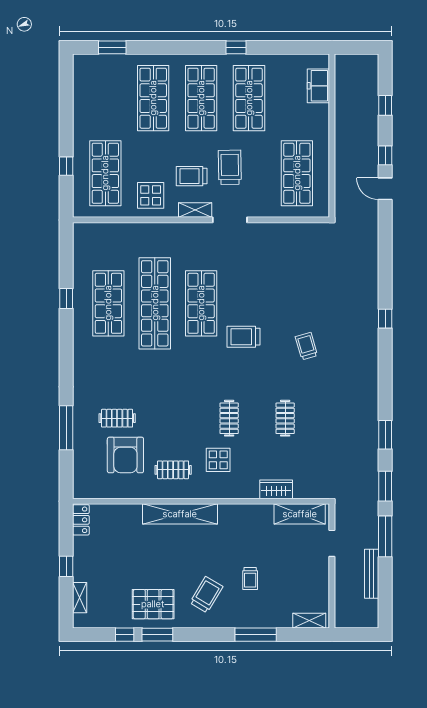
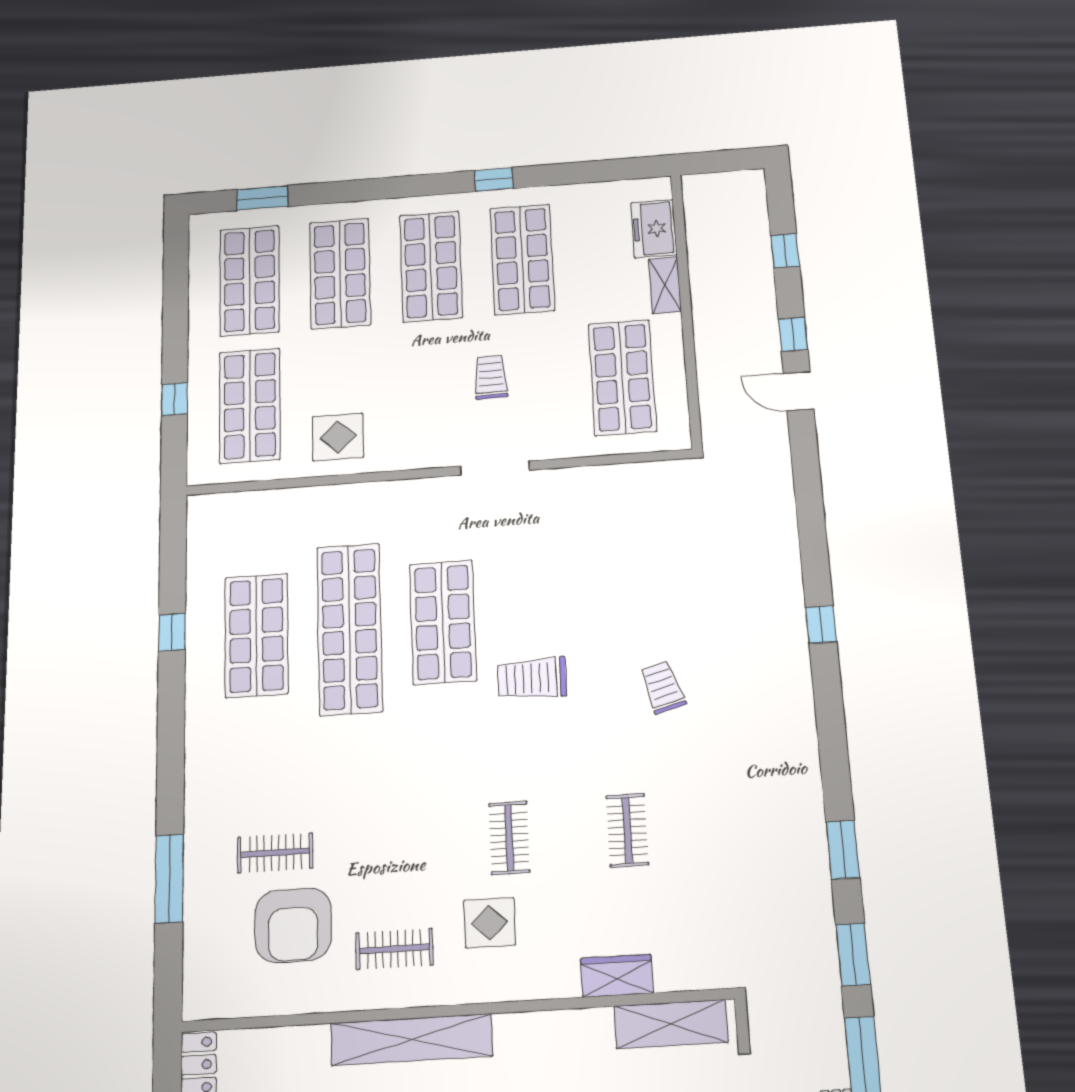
shop shelf: (105, 98) -> (250, 281), added
trolley: (230, 167) -> (491, 377), width x0.73, depth x0.72
trolley: (192, 176) -> (417, 398), removed
shelving: (195, 210) -> (665, 285), moved, turned 90

